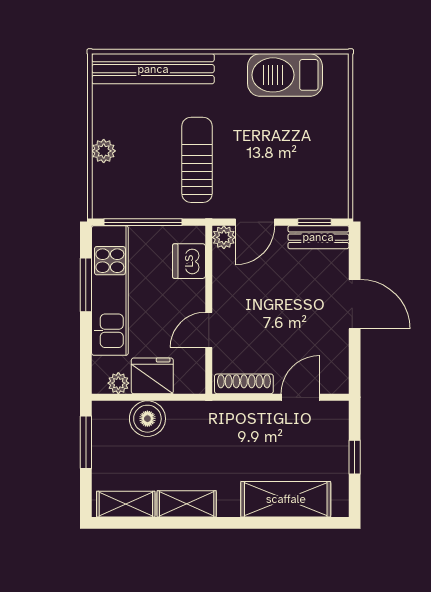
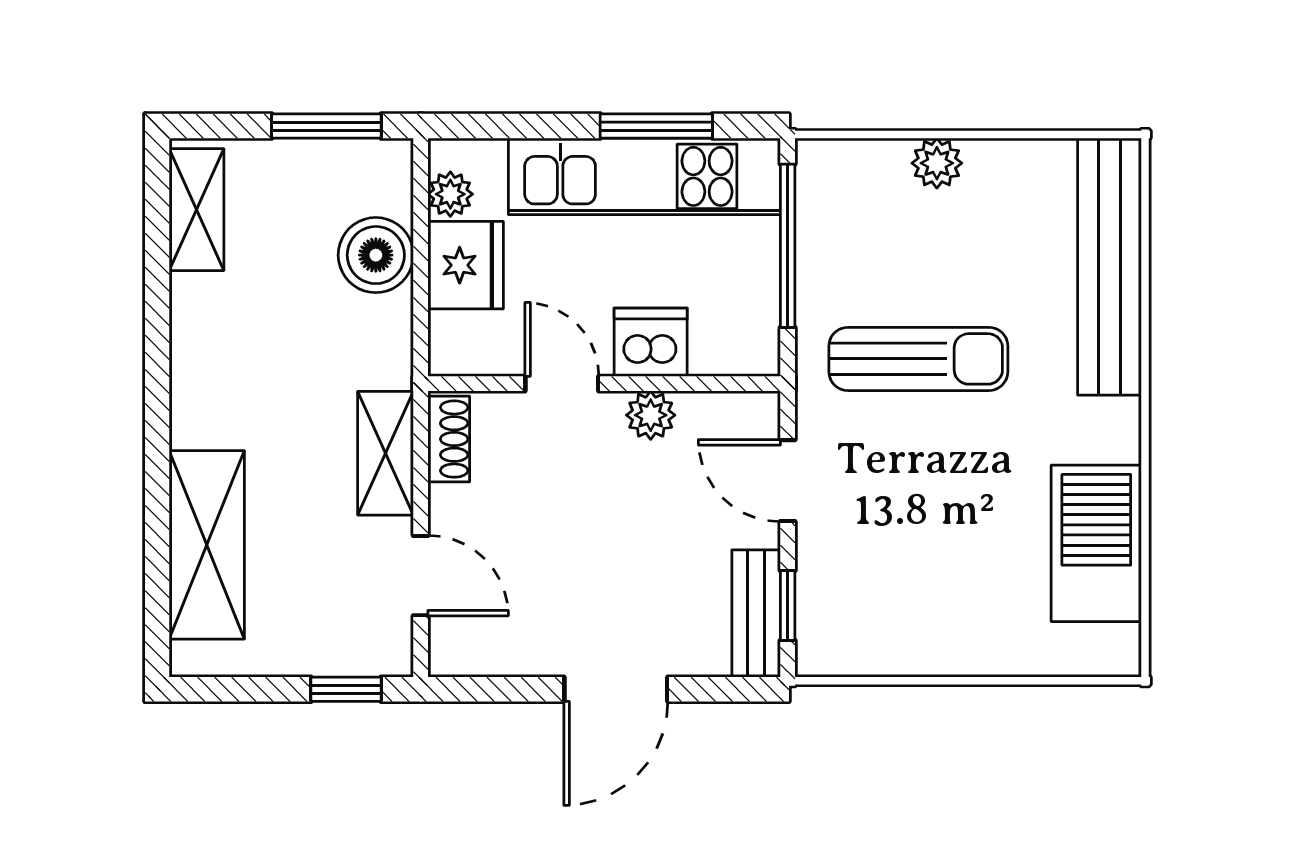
plant: (224, 237) -> (651, 415), moved
dishwasher: (189, 261) -> (651, 342), moved
shoe rack: (244, 384) -> (449, 439), width x0.70
window: (355, 457) -> (346, 689), moved
shelving: (187, 504) -> (386, 453), moved

